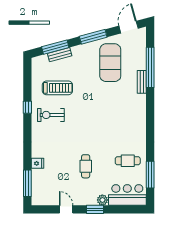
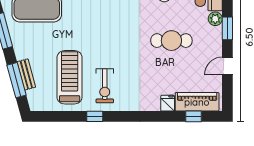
treadmill: (57, 88) -> (70, 77), width x1.37, depth x1.38
cafe table: (86, 166) -> (171, 41), width x1.37, depth x1.35
window: (27, 183) -> (193, 116), width x0.46
piano: (39, 186) -> (197, 102), added

